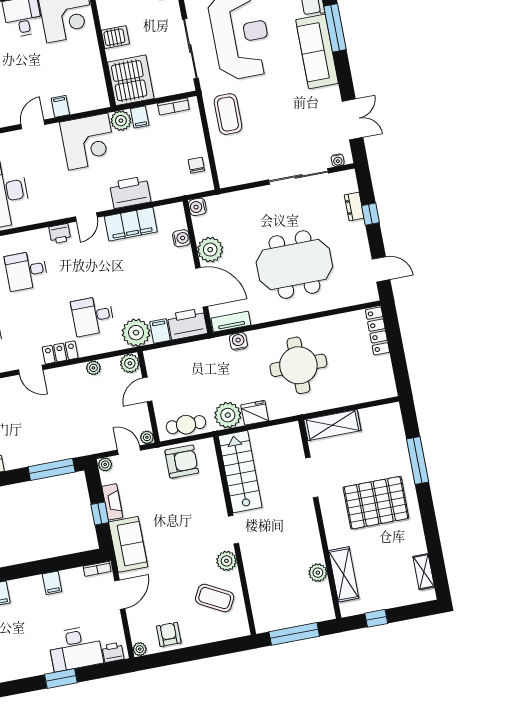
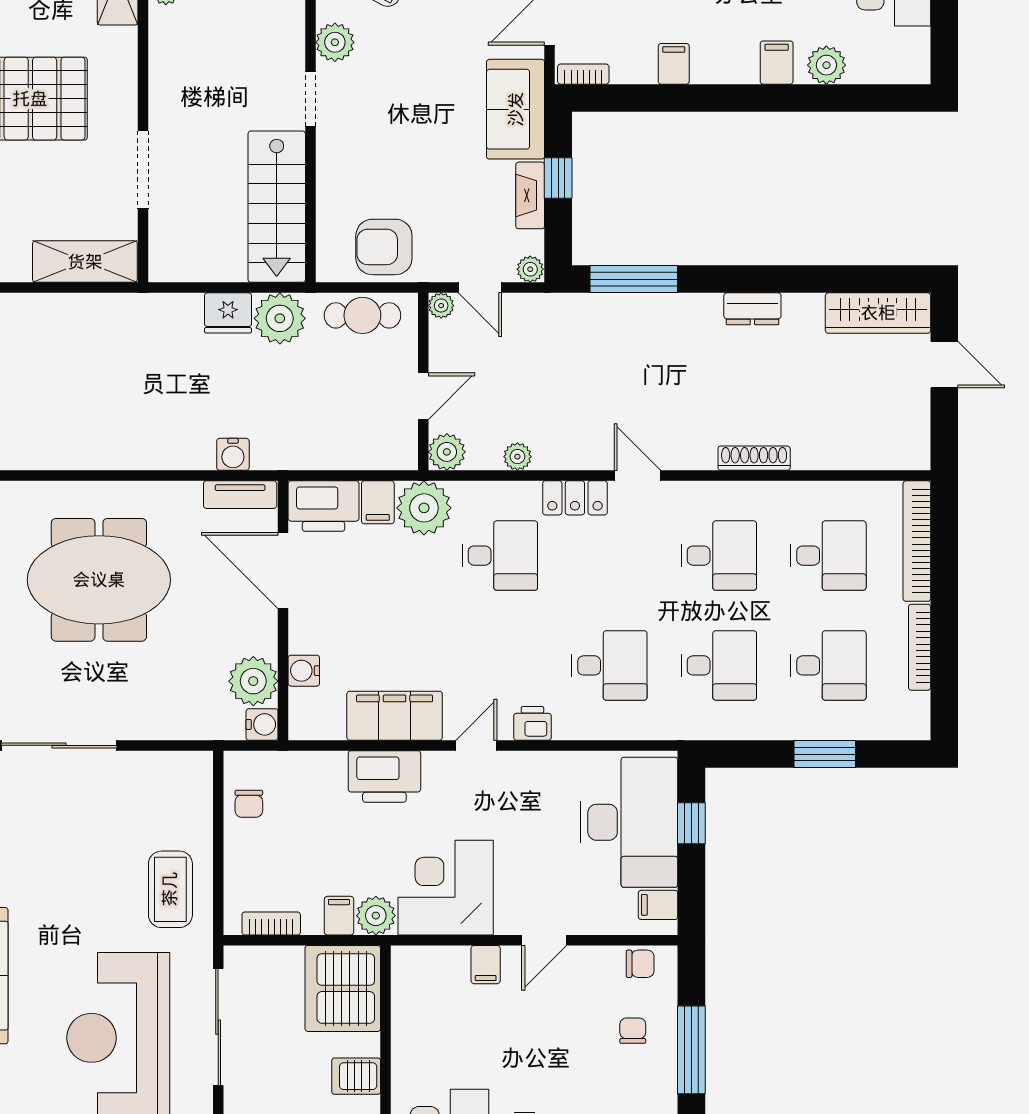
plant: (210, 250) -> (253, 681), moved
round table: (298, 365) -> (128, 387), removed

